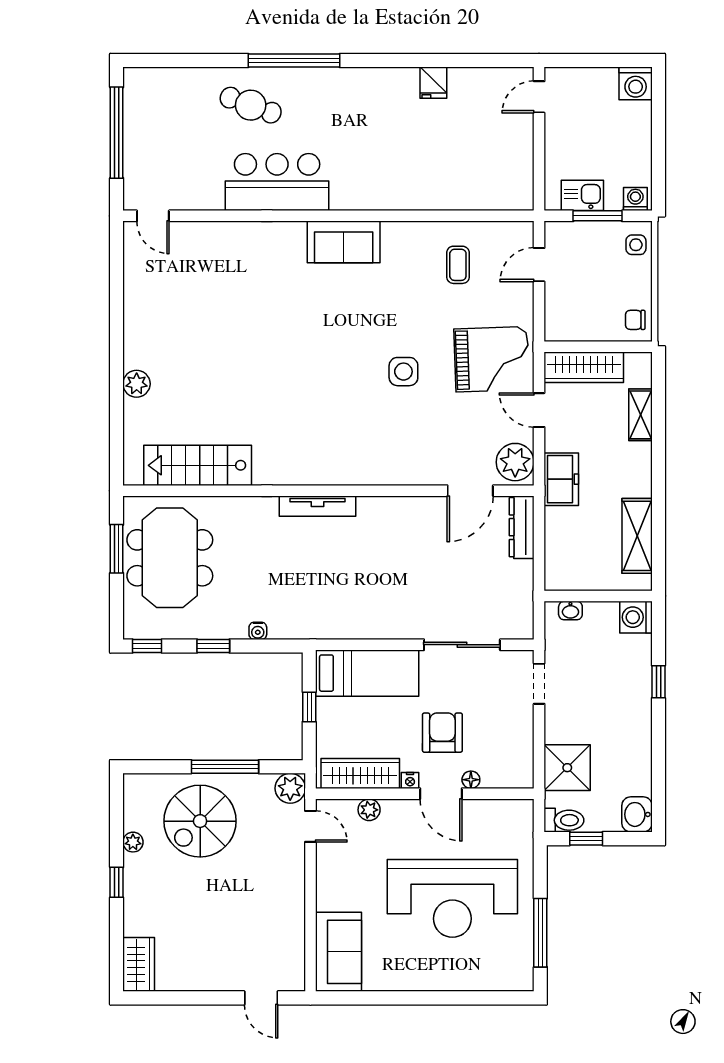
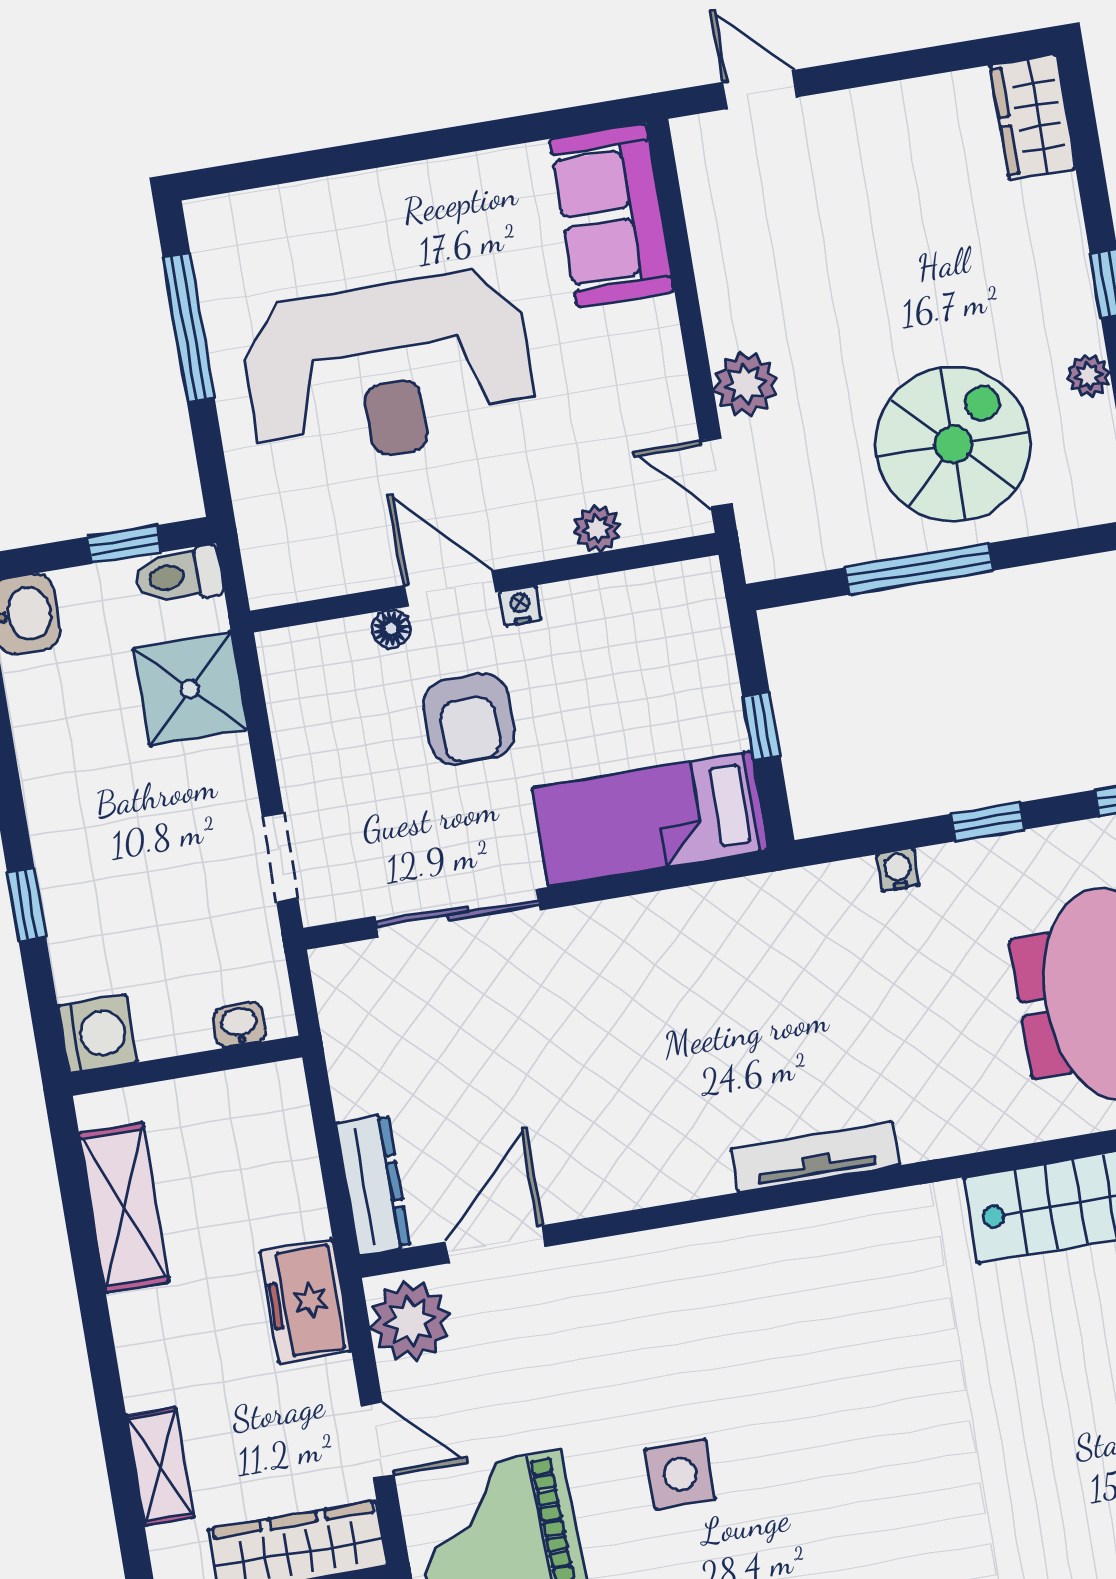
wardrobe: (360, 773) -> (629, 603), removed
plant: (290, 788) -> (746, 384), moved
reception desk: (452, 898) -> (388, 370), turned 180

